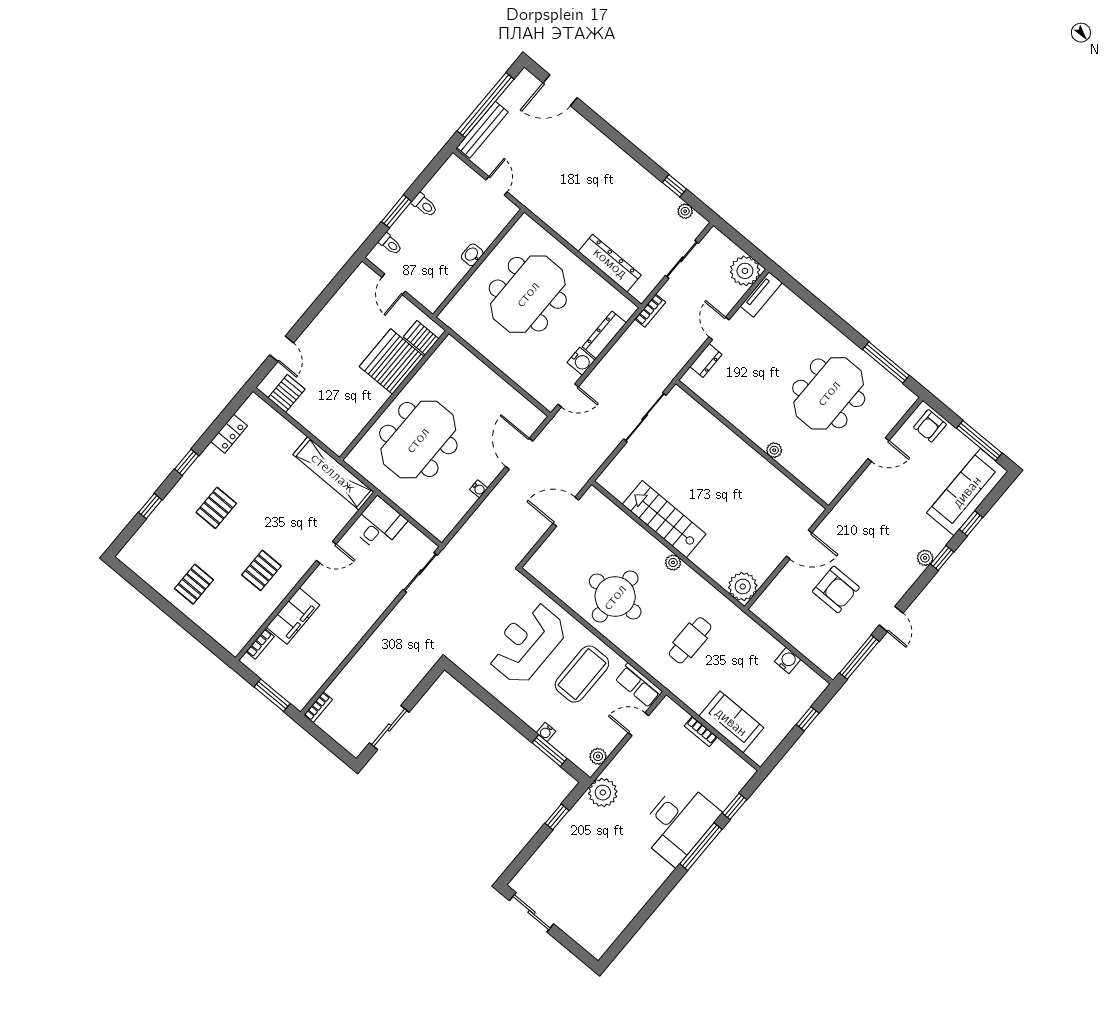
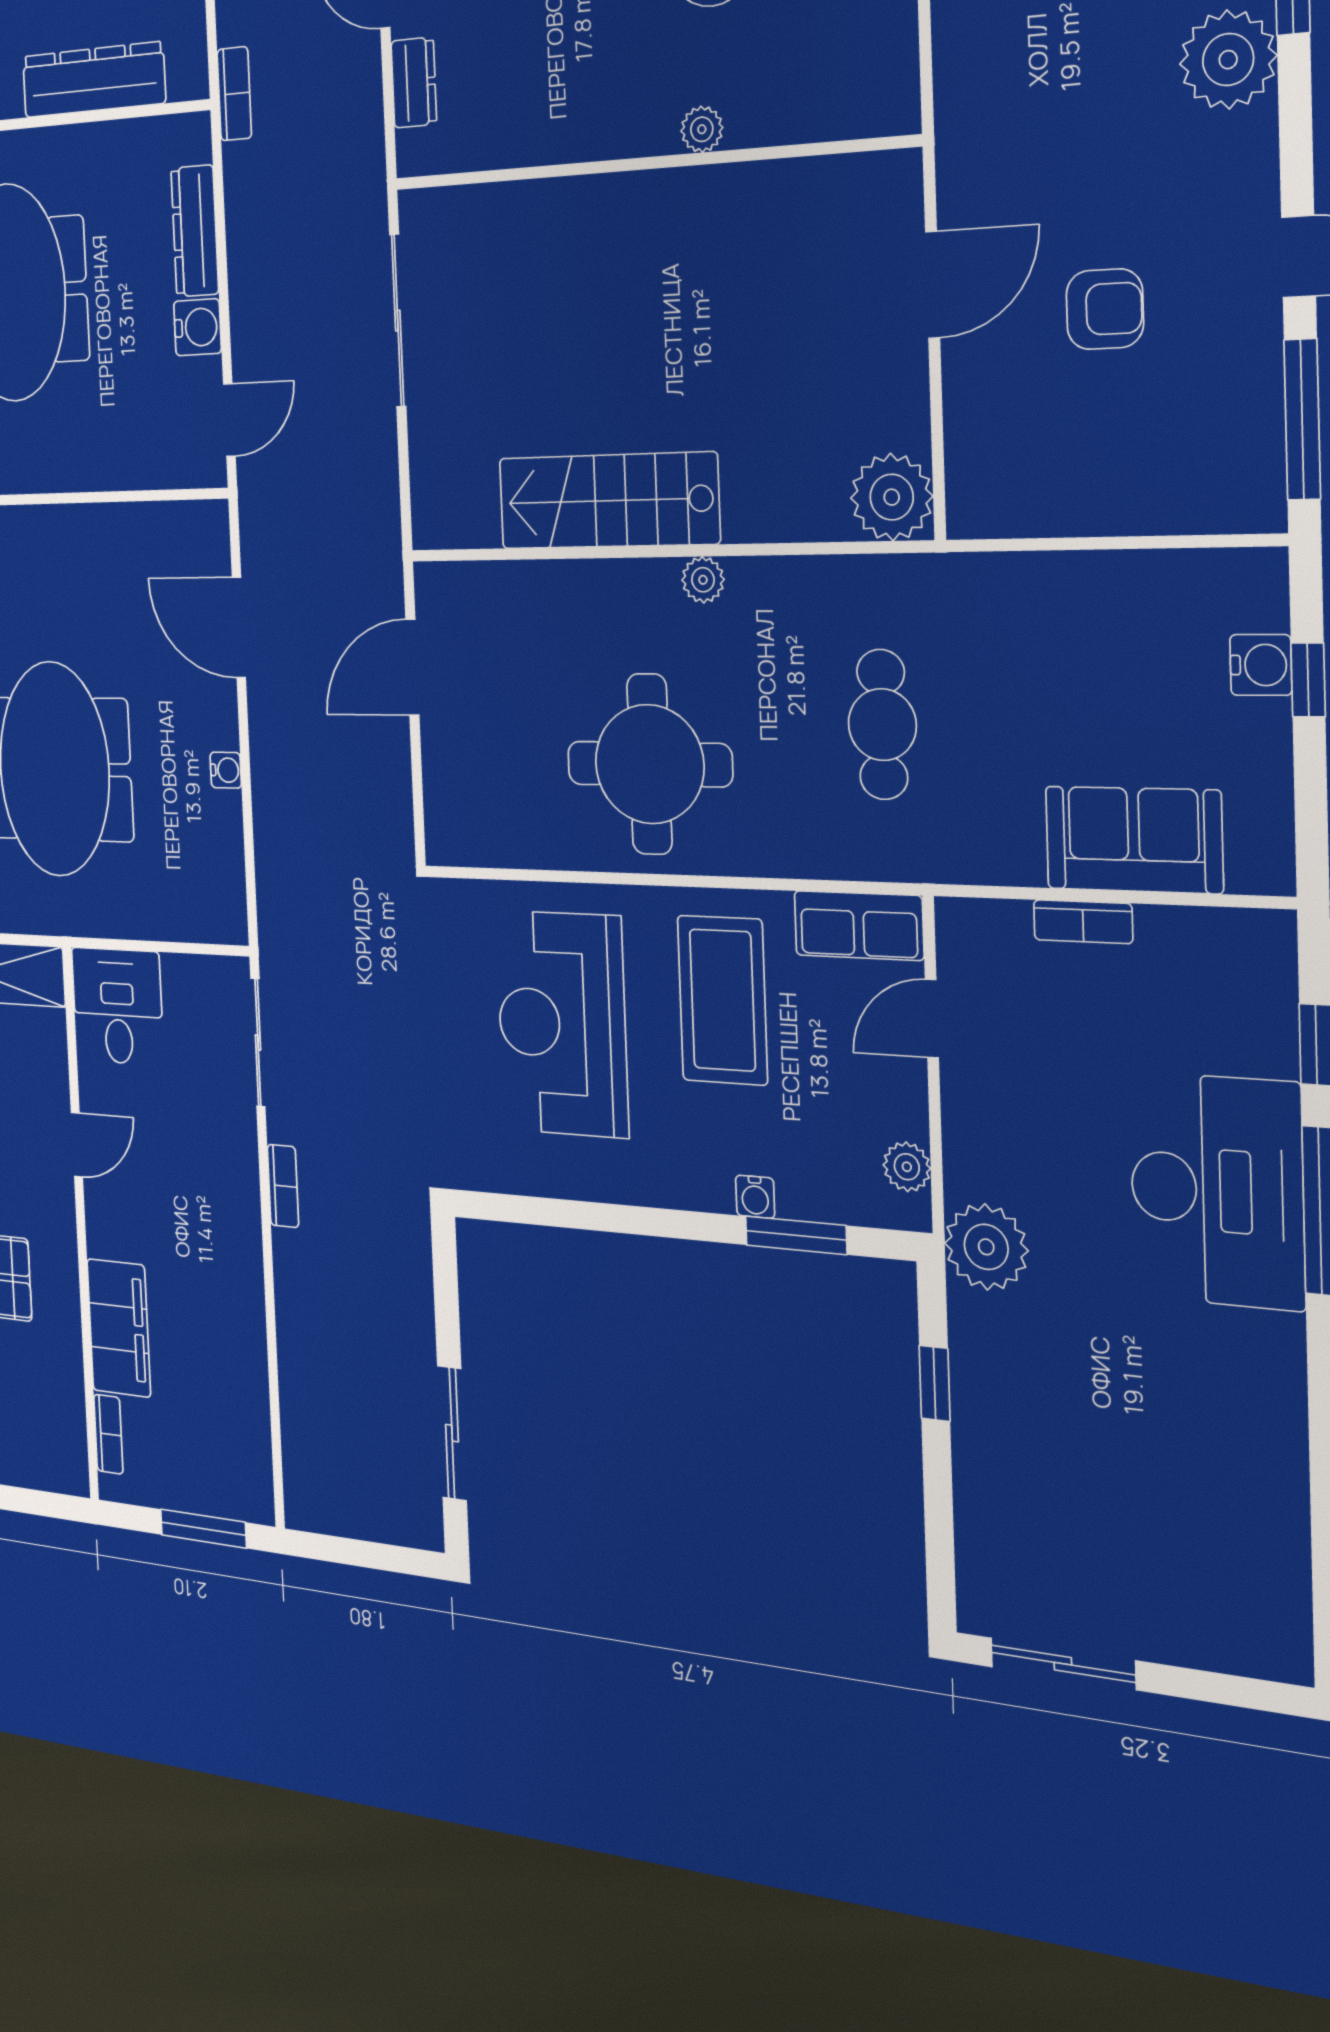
plant: (925, 558) -> (1228, 60), width x1.88, depth x1.88
armchair: (836, 589) -> (1105, 309), width x0.72, depth x0.72
water cooler: (788, 660) -> (1261, 665), moved, turned 90
bookcase: (318, 707) -> (283, 1186), moved

